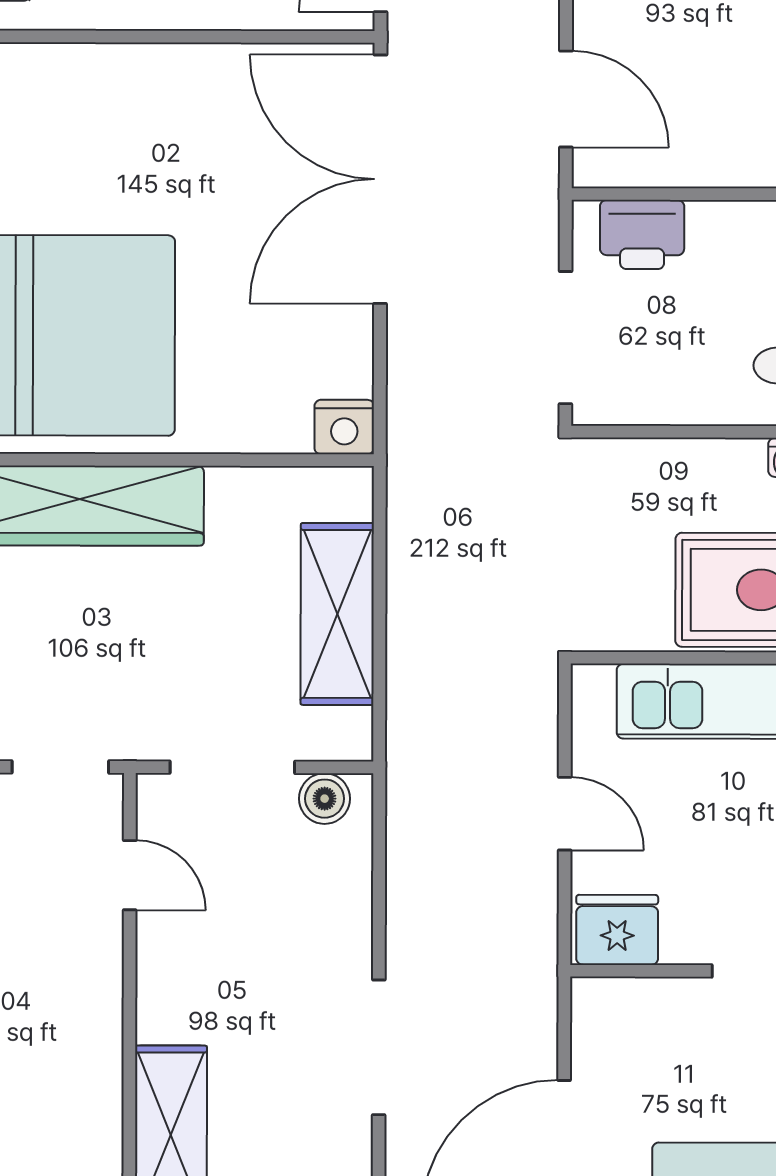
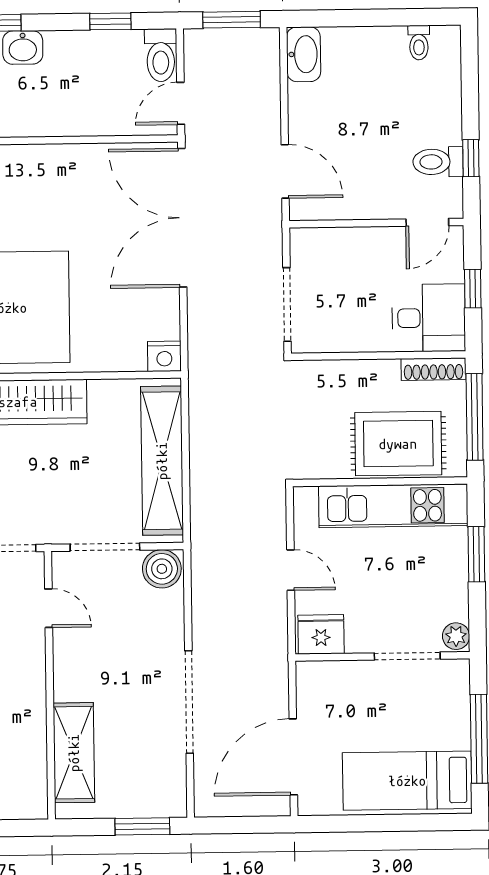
printer: (642, 235) -> (329, 246), removed
shelving: (337, 614) -> (162, 461), width x1.47
boiler: (325, 799) -> (162, 569), width x1.36, depth x1.36
doorway: (379, 1047) -> (189, 702), width x1.36

